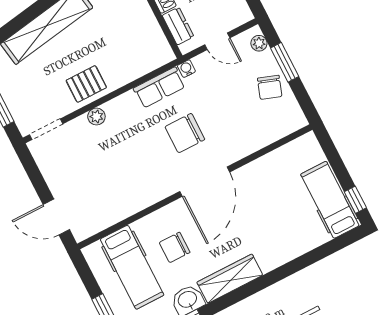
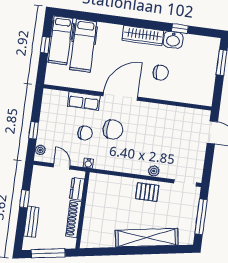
window: (285, 62) -> (34, 130), width x0.67
row of seats: (159, 87) -> (84, 101), moved, turned 180
chair: (270, 87) -> (85, 133), moved, turned 71
window: (355, 200) -> (45, 45), moved
hospital bed: (132, 267) -> (83, 46), moved, turned 180

